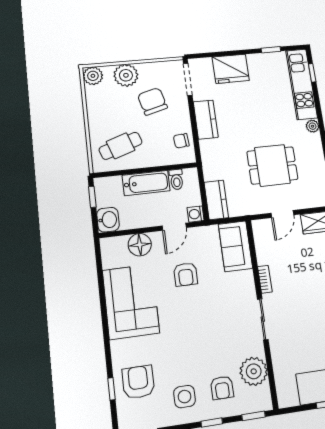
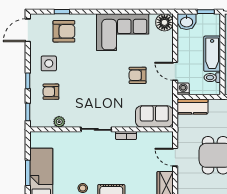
floor lamp: (140, 245) -> (164, 22), moved
plant: (254, 371) -> (59, 122), width x0.53, depth x0.53

